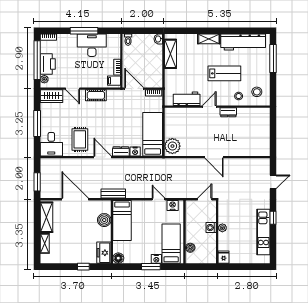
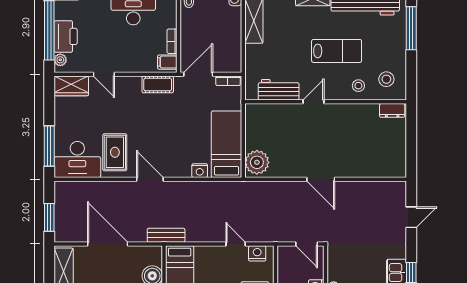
door: (134, 89) -> (198, 74), hinge flipped
cot: (96, 95) -> (158, 84), moved
dresser: (228, 112) -> (392, 110), moved
window: (37, 124) -> (49, 146), moved
desk: (51, 144) -> (77, 160), width x1.37
dresser: (121, 151) -> (178, 171), removed
door: (205, 199) -> (307, 244), swing flipped

